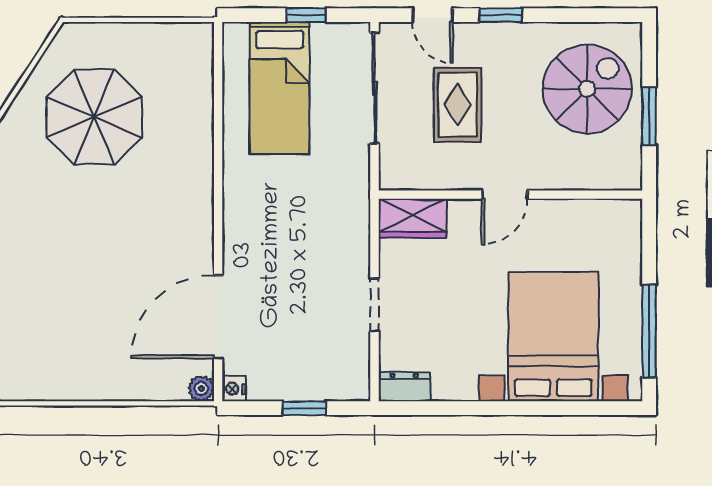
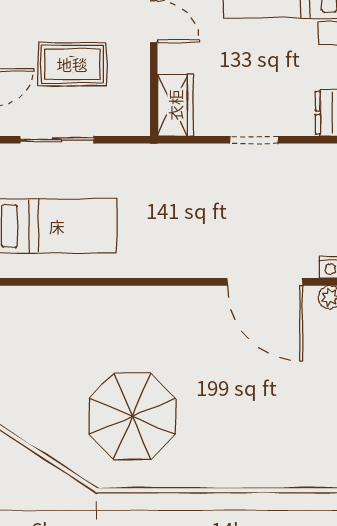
sliding door: (375, 88) -> (57, 140), width x0.73
parasol: (94, 117) -> (132, 416), moved

